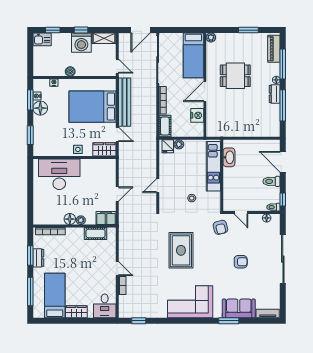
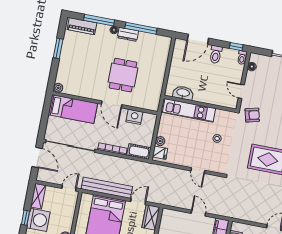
dining table: (235, 76) -> (123, 75), moved
door: (241, 212) -> (241, 91), swing flipped

